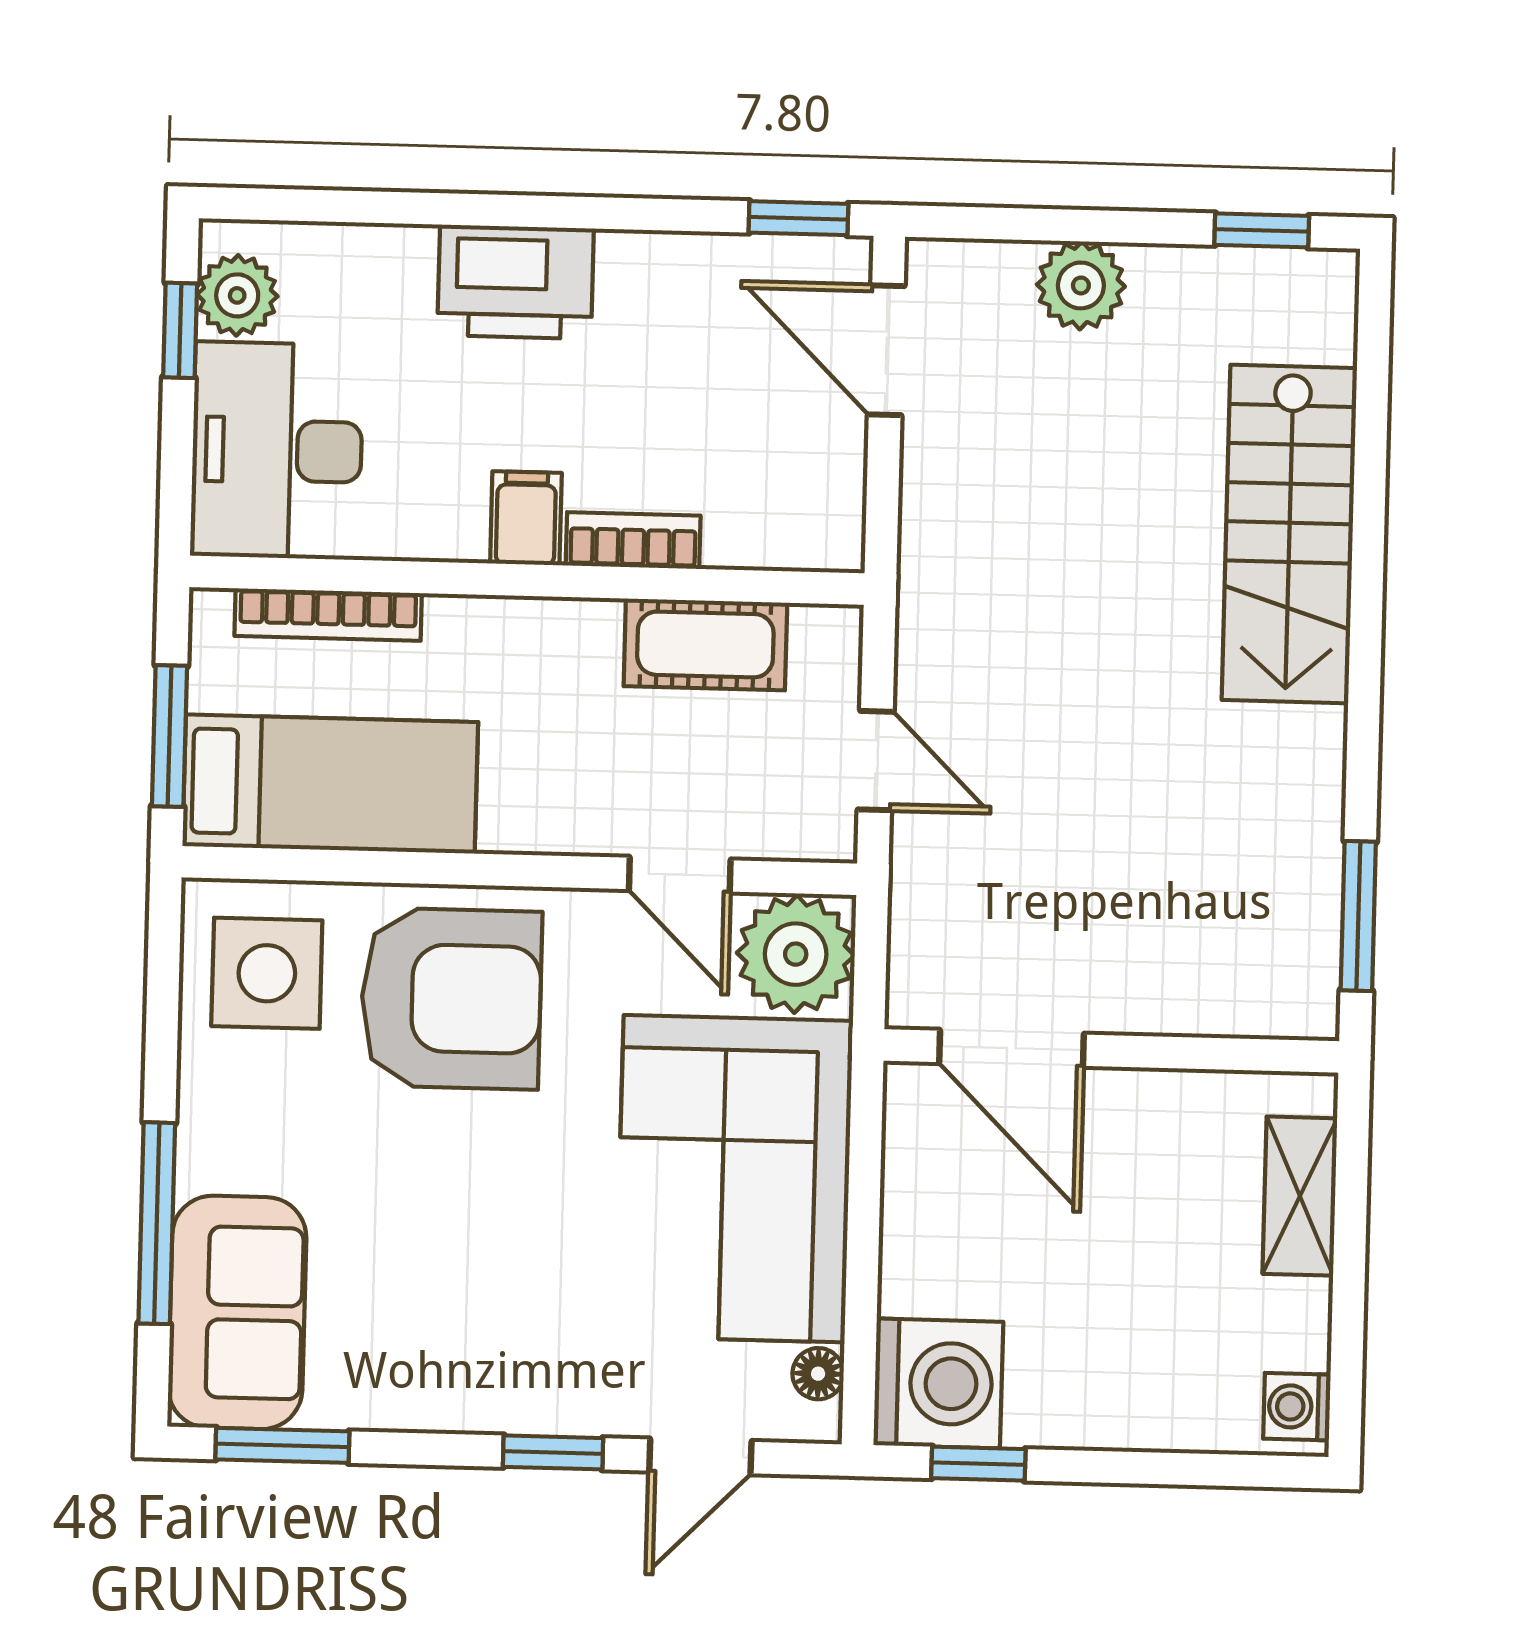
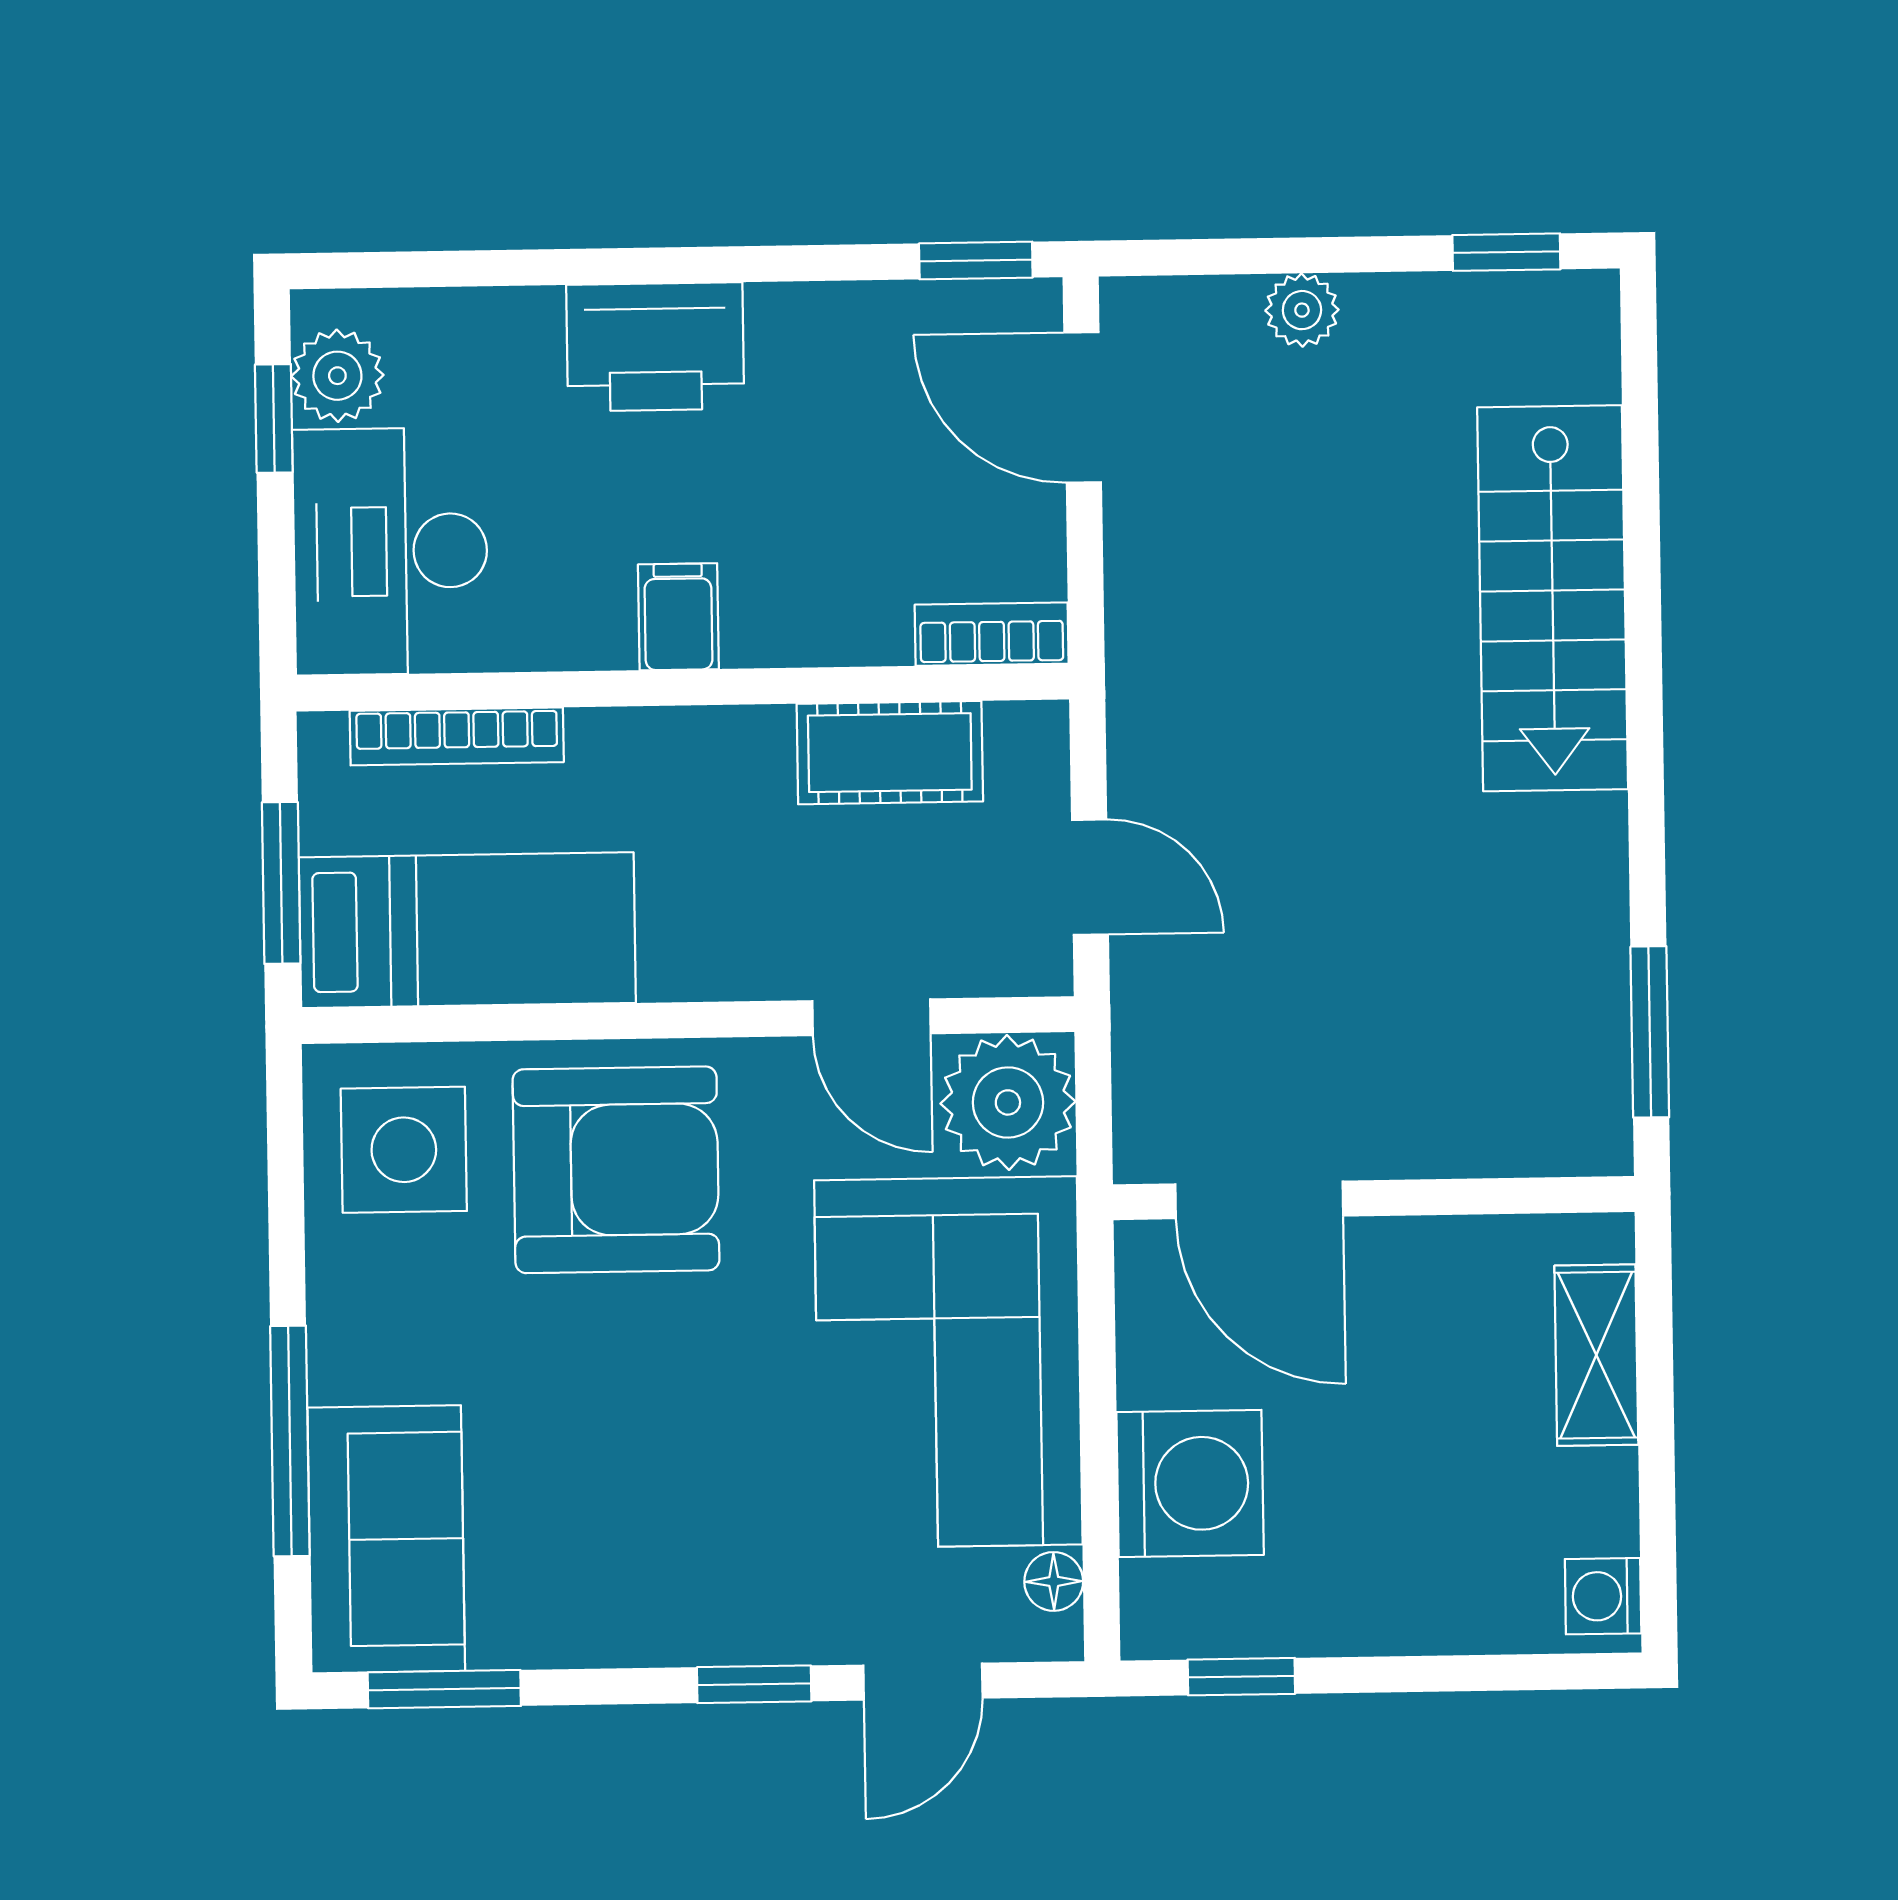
plant: (1081, 285) -> (1302, 310), width x0.73, depth x0.73
bookcase: (633, 541) -> (992, 634), moved
washing machine: (938, 1383) -> (1190, 1484), moved

